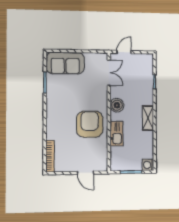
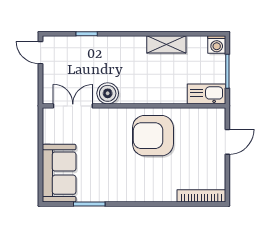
door: (124, 52) -> (41, 53), moved
boiler: (117, 105) -> (108, 93), moved
shelving: (148, 118) -> (166, 44), moved
kitchen sink: (117, 134) -> (206, 94), moved

